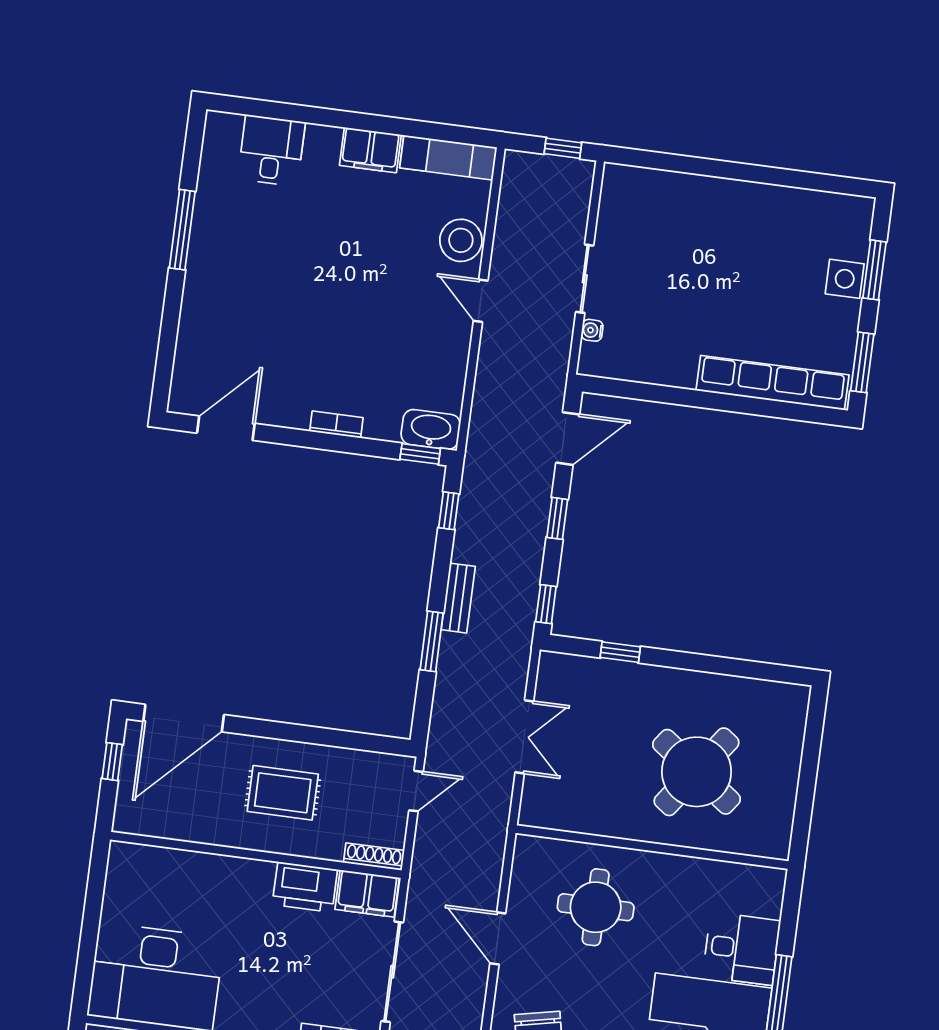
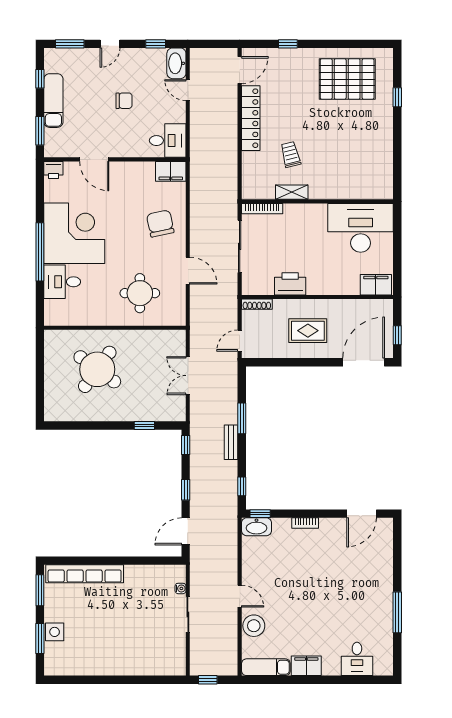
filing cabinet: (367, 894) -> (376, 285), moved

